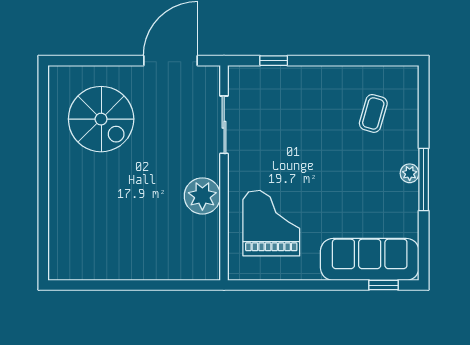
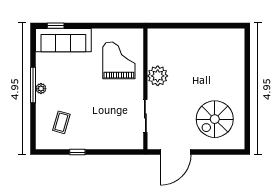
window: (274, 61) -> (77, 152), moved
spiral stairs: (101, 119) -> (215, 119), turned -90
grand piano: (271, 223) -> (119, 60), turned 180

